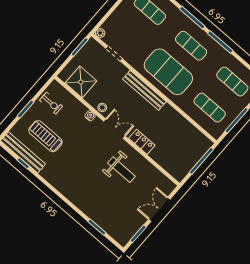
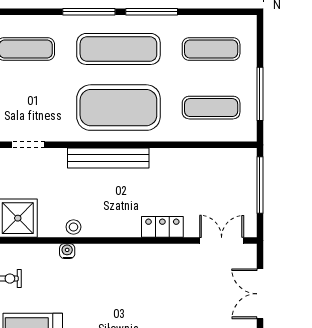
exercise mat: (191, 46) -> (118, 49), width x1.36, depth x1.45
double door: (114, 129) -> (222, 241), moved
weight bench: (121, 170) -> (167, 285), removed

